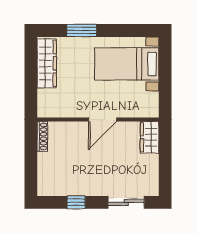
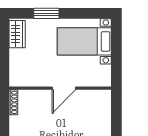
wardrobe: (47, 63) -> (17, 34), width x0.67
wardrobe: (150, 137) -> (103, 103), removed

